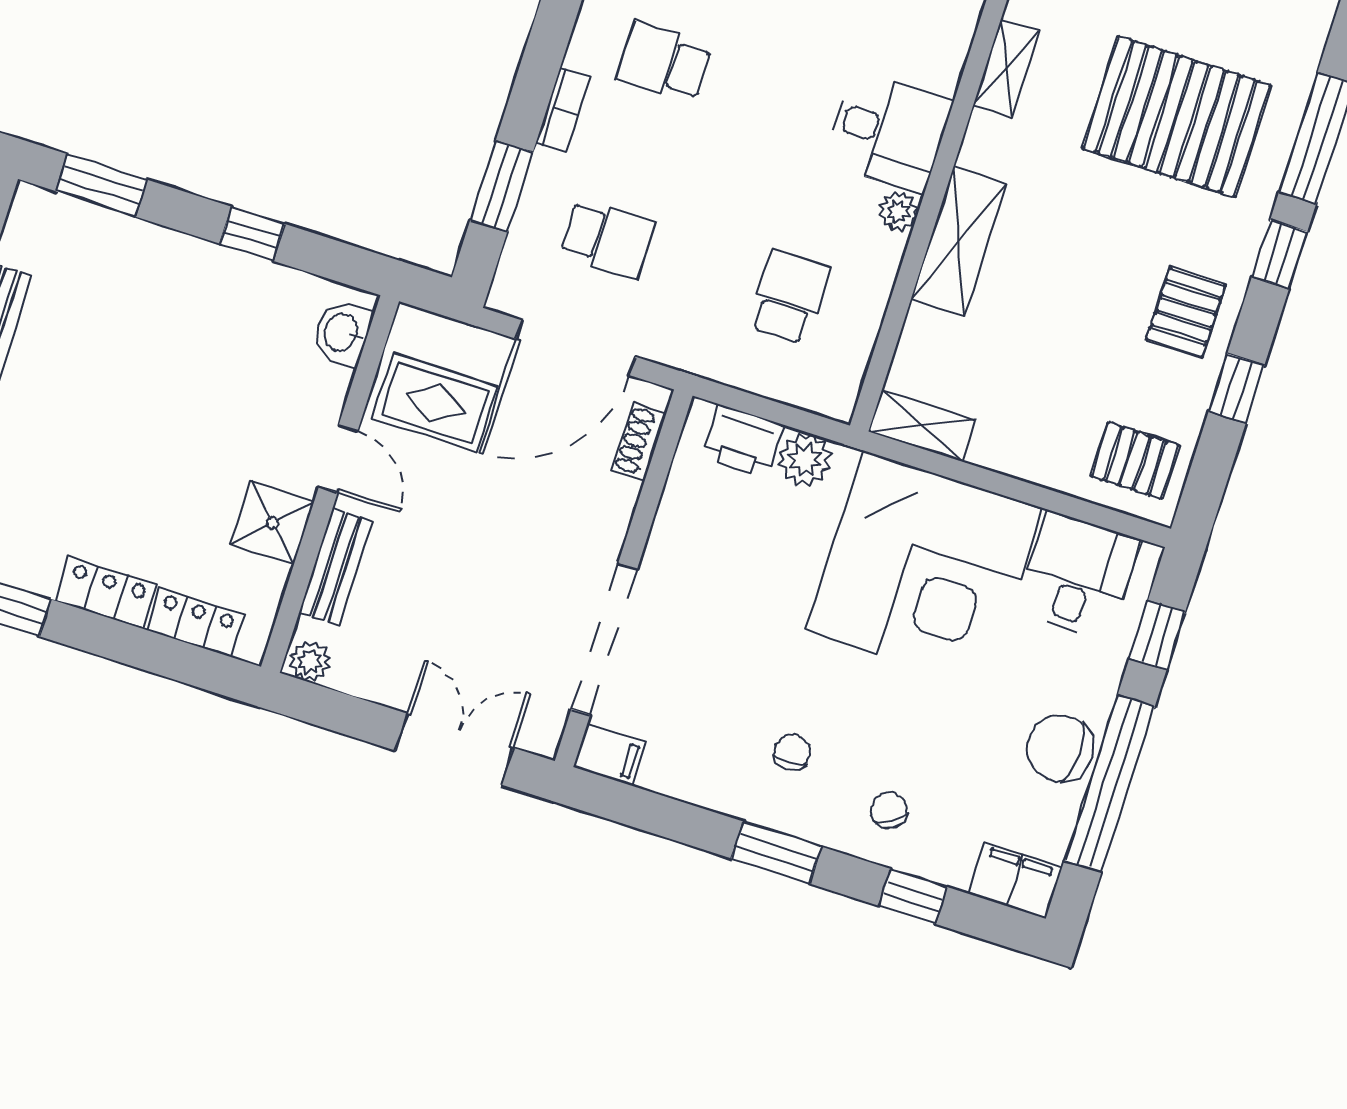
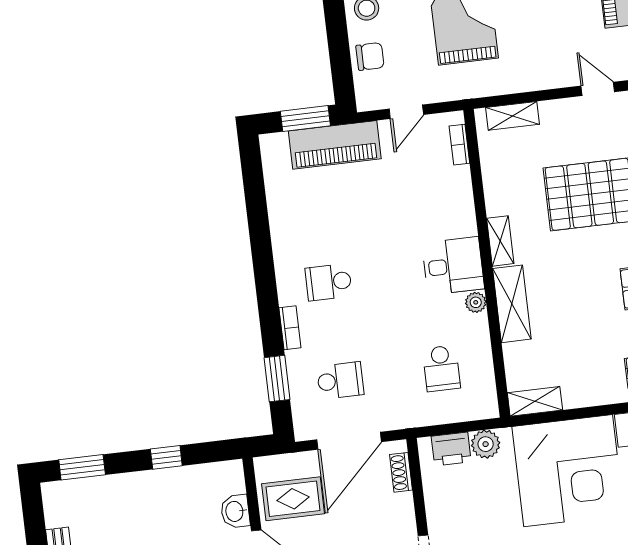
shelving: (1006, 68) -> (500, 241), moved
school desk: (789, 297) -> (441, 368), turned 180
washbasin: (342, 333) -> (235, 511), moved

